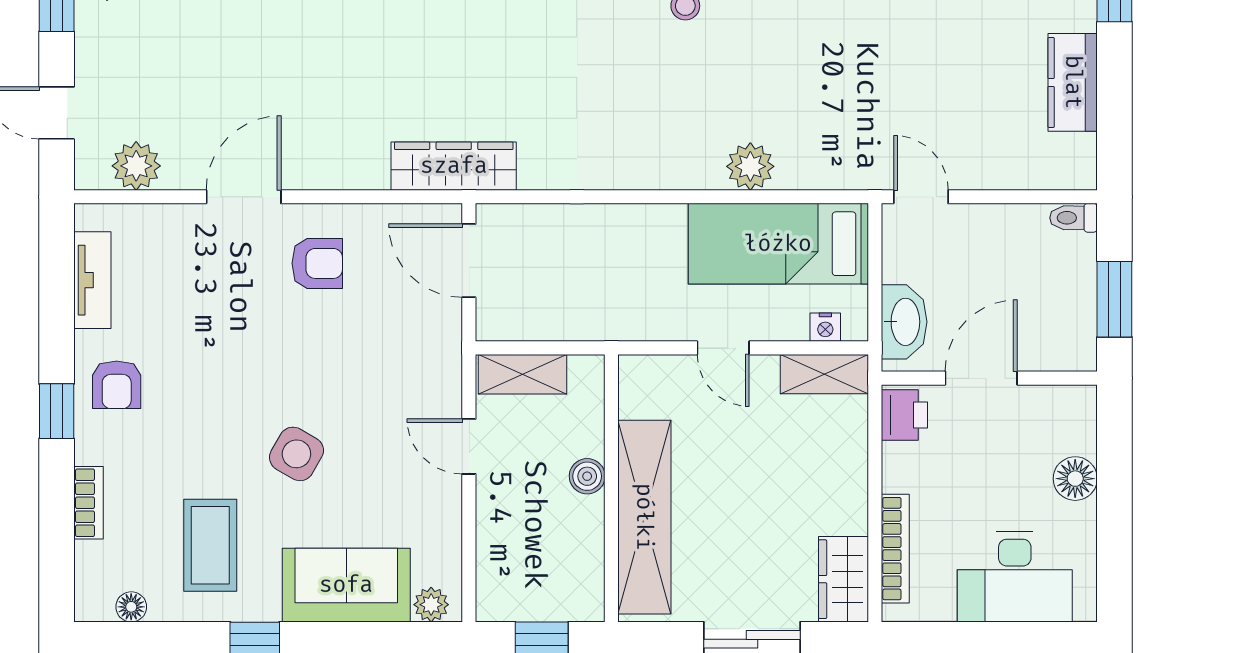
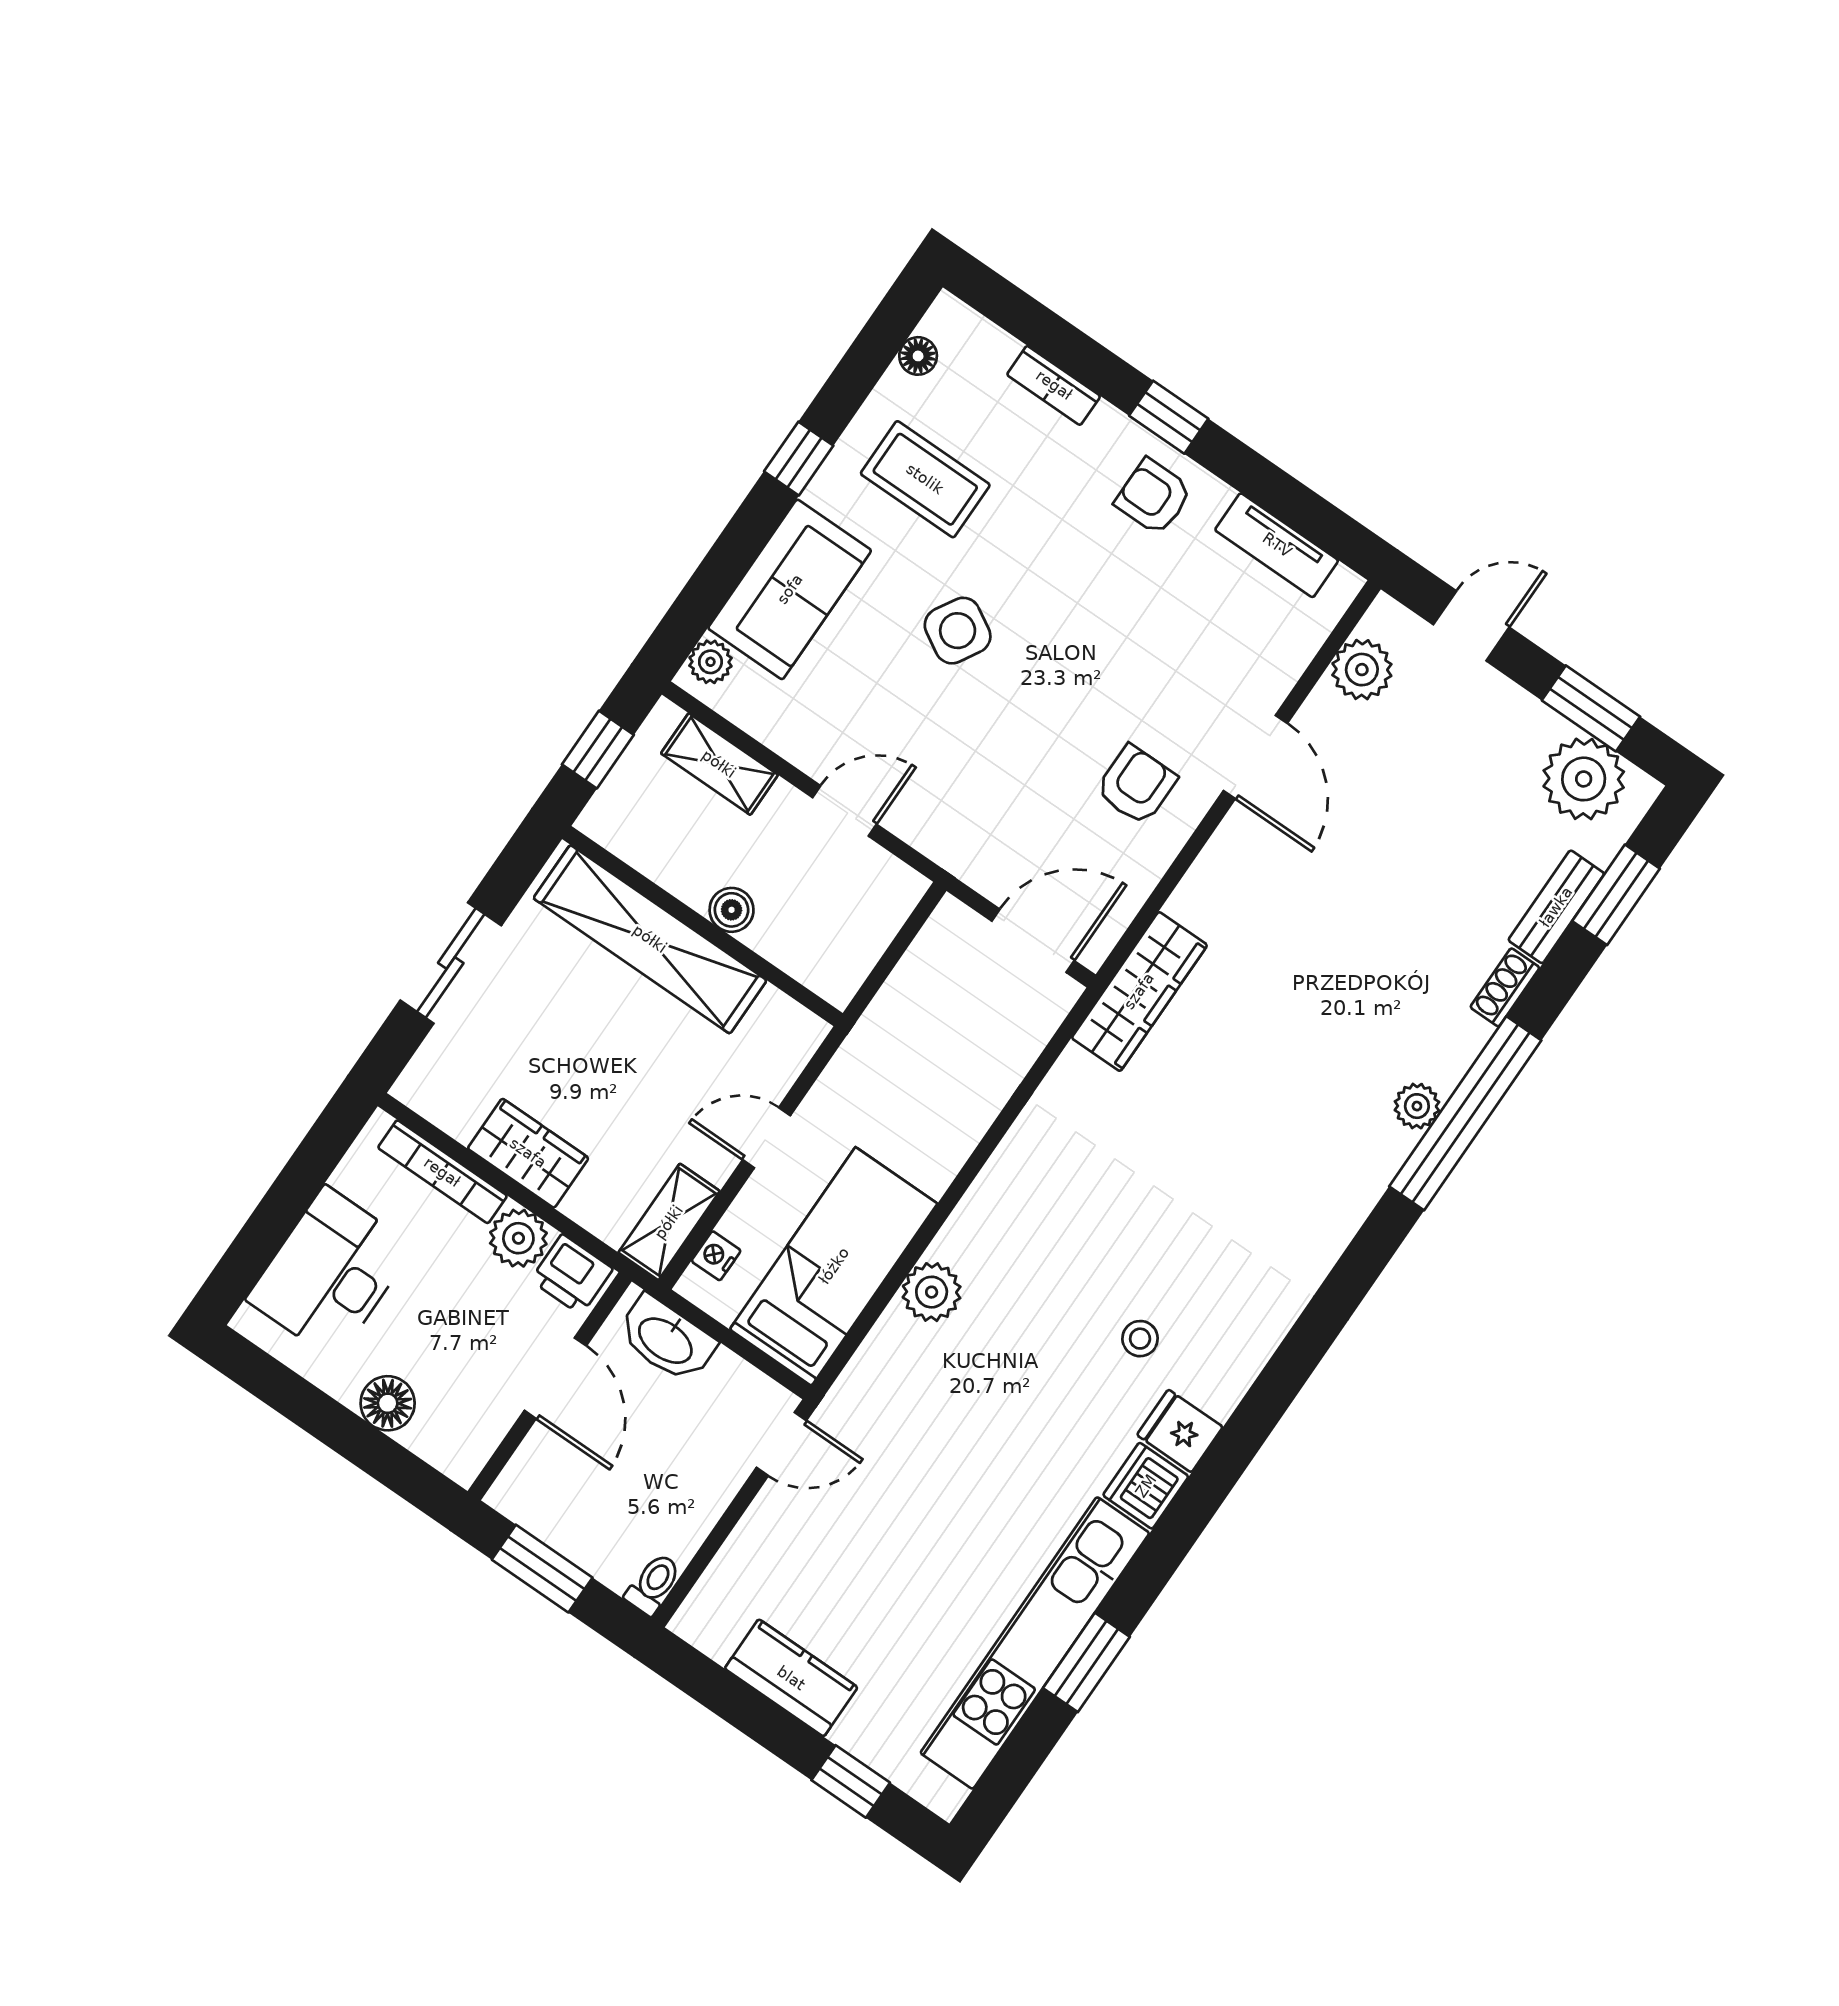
armchair: (317, 263) -> (1136, 785), turned 180
shelving: (522, 374) -> (719, 764), moved, turned 90
plant: (905, 467) -> (518, 1238), added
wardrobe: (843, 579) -> (528, 1153), moved

